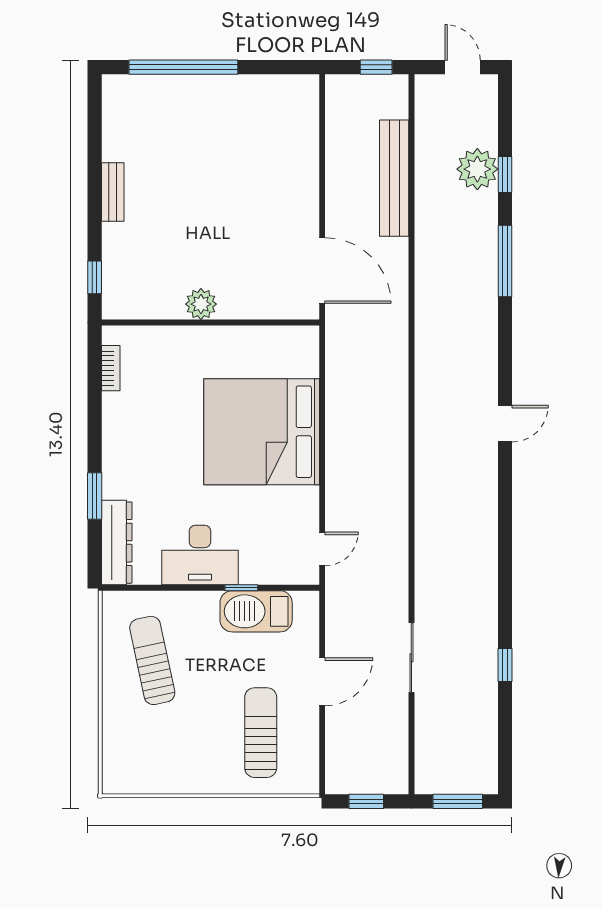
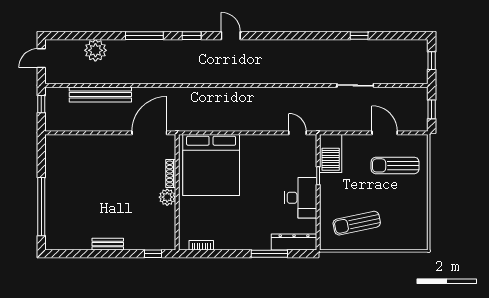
window: (505, 175) -> (192, 36), moved
shoe rack: (245, 311) -> (171, 174), added
bed: (262, 432) -> (211, 165), moved
window: (95, 496) -> (269, 254), width x1.44
barbecue: (256, 611) -> (331, 153), moved
door: (322, 682) -> (385, 133), moved
window: (458, 801) -> (432, 61), width x0.67

